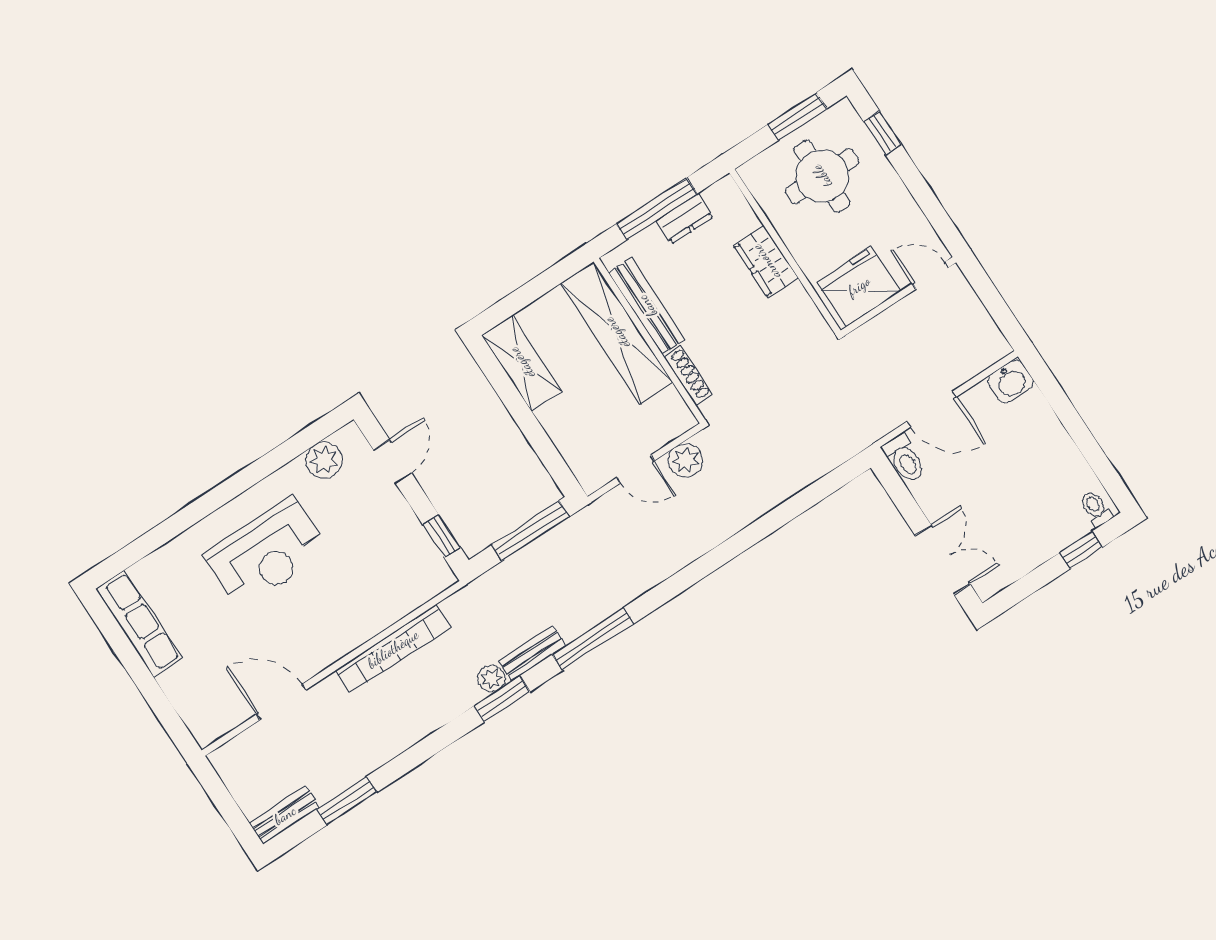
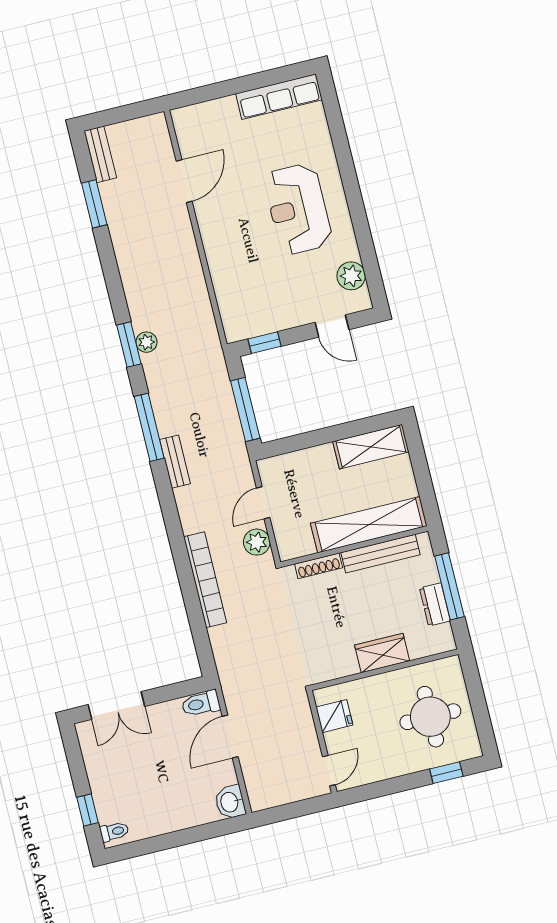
window: (797, 116) -> (481, 714), removed
fridge: (859, 286) -> (334, 716), width x0.53, depth x0.75
bookcase: (393, 649) -> (205, 580), moved, turned 180
bench: (532, 653) -> (175, 462), moved

